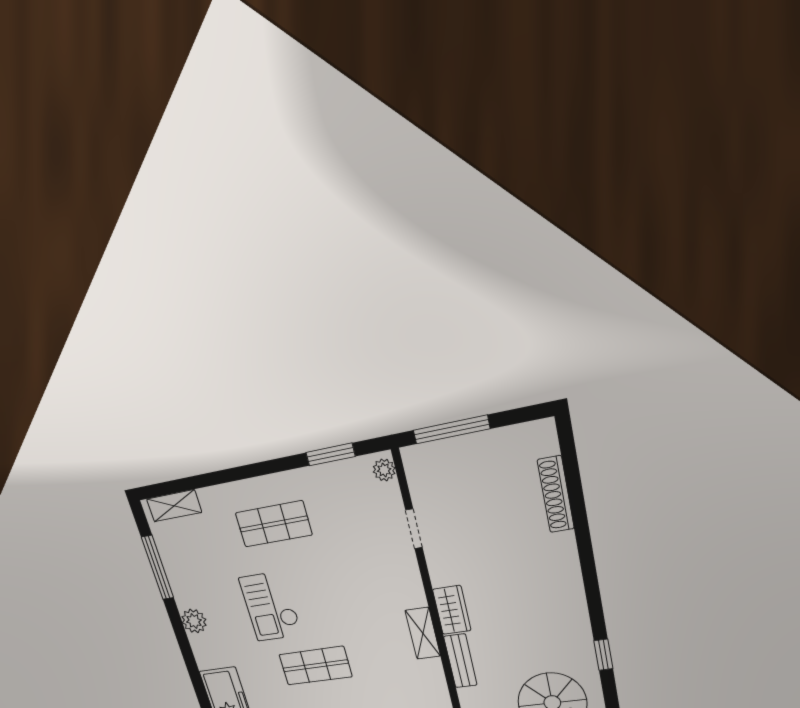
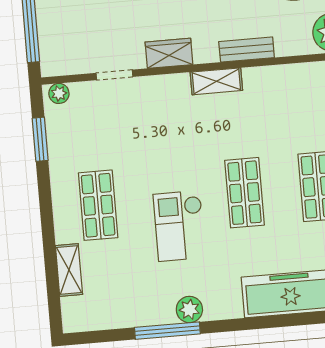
shelving: (174, 506) -> (69, 270), moved
window: (157, 568) -> (167, 331), moved
checkout: (270, 606) -> (179, 226), turned 90
wardrobe: (452, 610) -> (169, 53), moved

